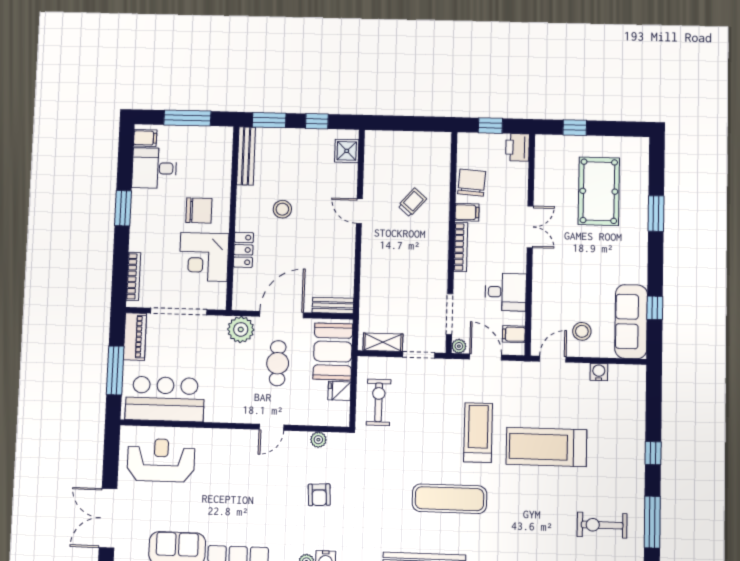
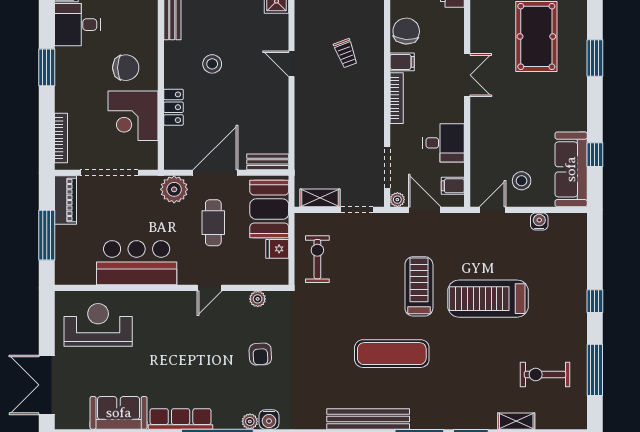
trolley: (412, 202) -> (346, 53), turned 118
bar counter: (165, 399) -> (137, 263), moved

